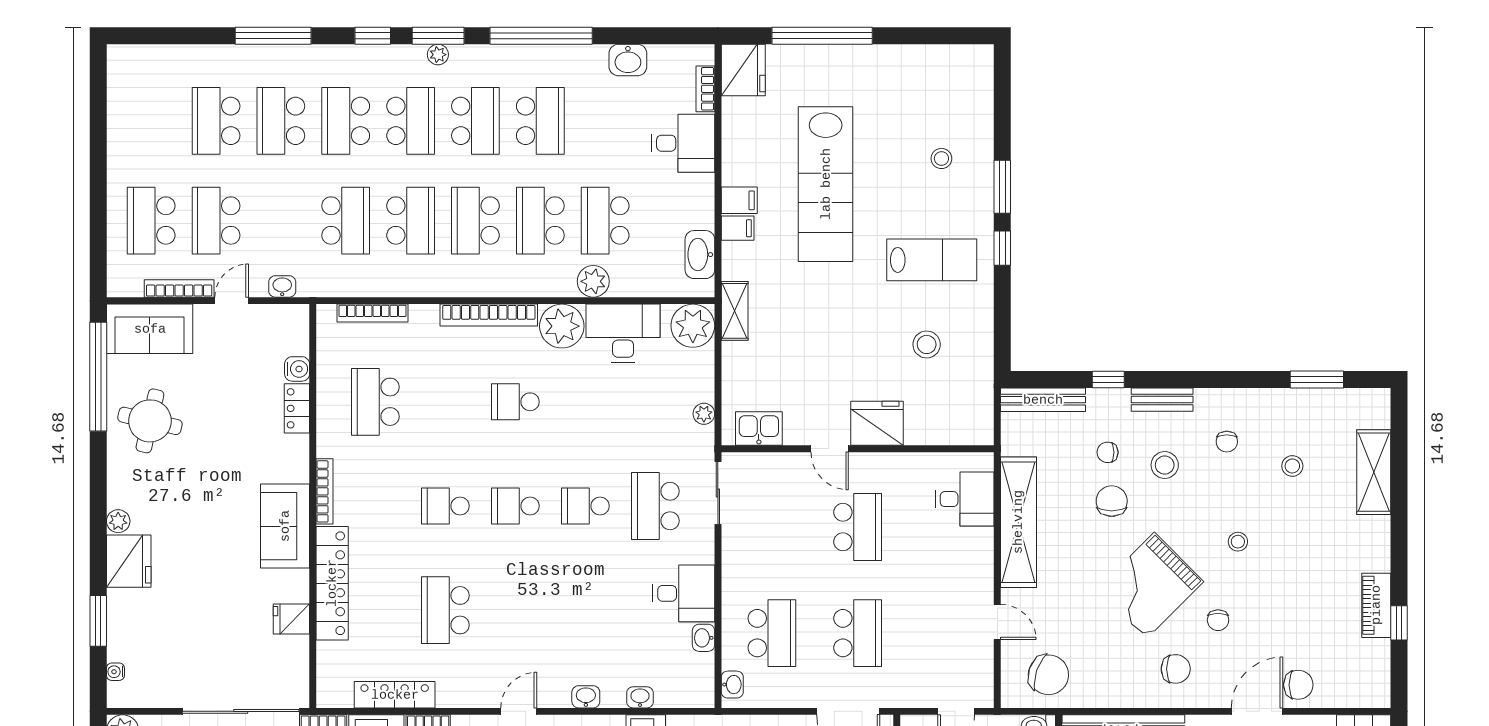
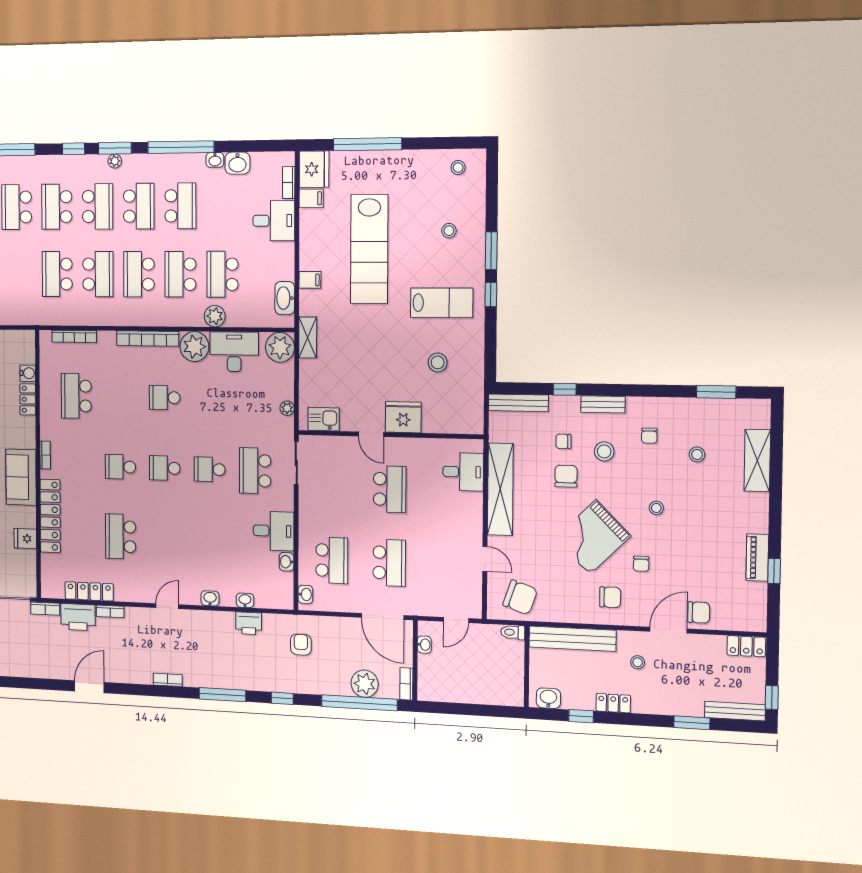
stool: (954, 70) -> (458, 167), added
filing cabinet: (739, 200) -> (311, 198), moved
school desk: (346, 221) -> (57, 274), turned 180
washbasin: (282, 286) -> (215, 160), moved, turned 180
bookcase: (325, 491) -> (45, 455), width x0.64

